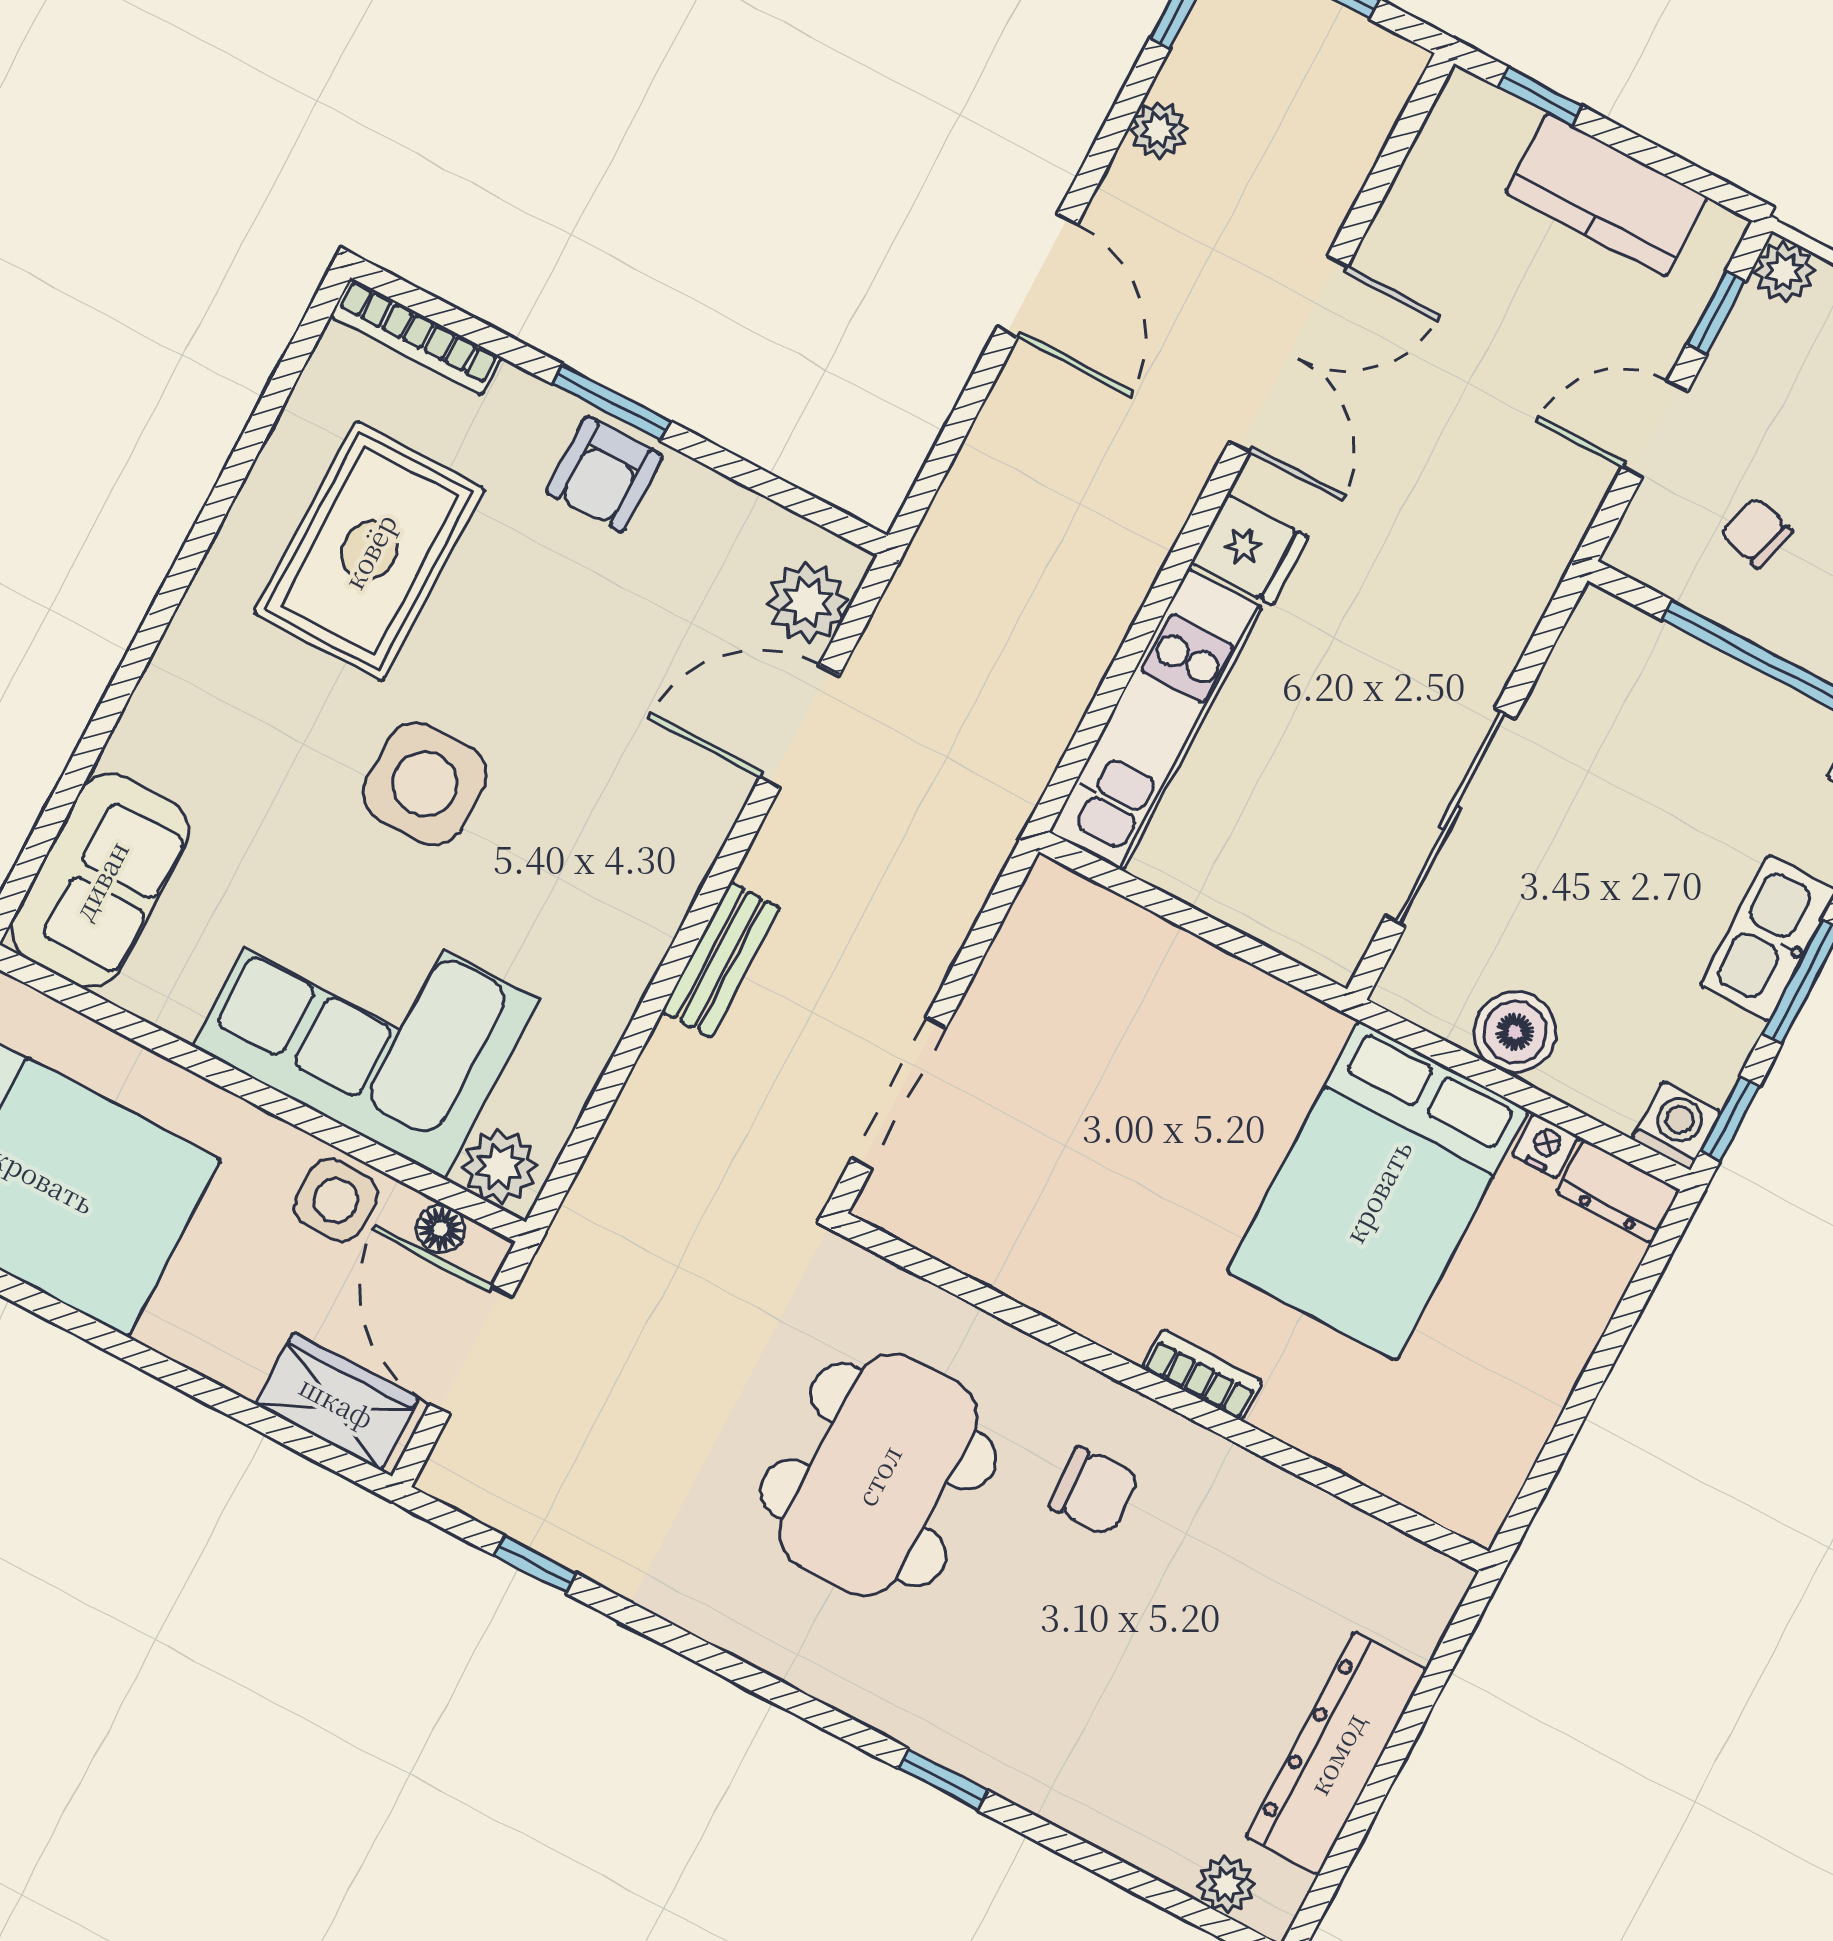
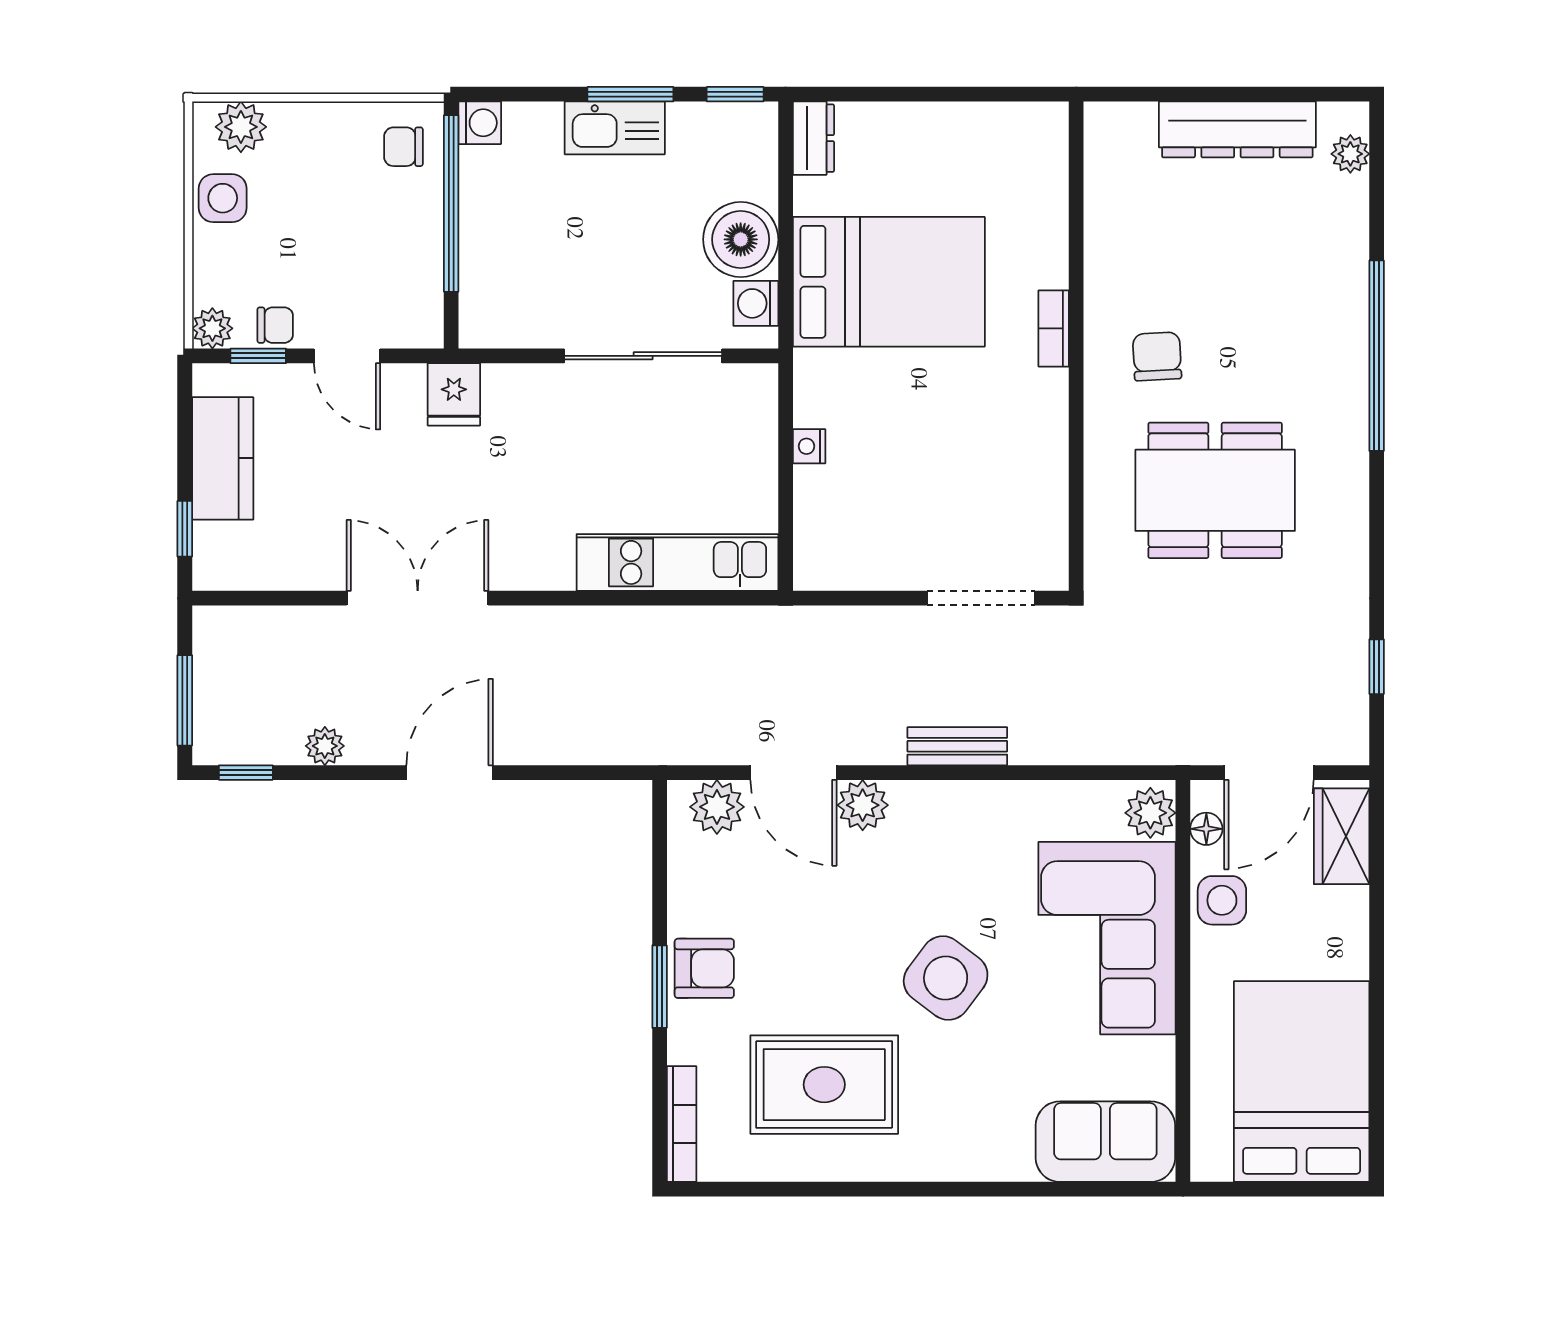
chair: (1757, 533) -> (275, 325), moved, turned -106
fridge: (1250, 550) -> (454, 394), moved, turned 180
side table: (425, 784) -> (946, 978), turned 37
plant: (709, 795) -> (863, 805), added
boiler: (1515, 1032) -> (741, 239), width x1.37, depth x1.37
washing machine: (1676, 1126) -> (756, 303), moved
nightstand: (1545, 1146) -> (809, 446), moved
window: (943, 1780) -> (1377, 356), width x3.17

